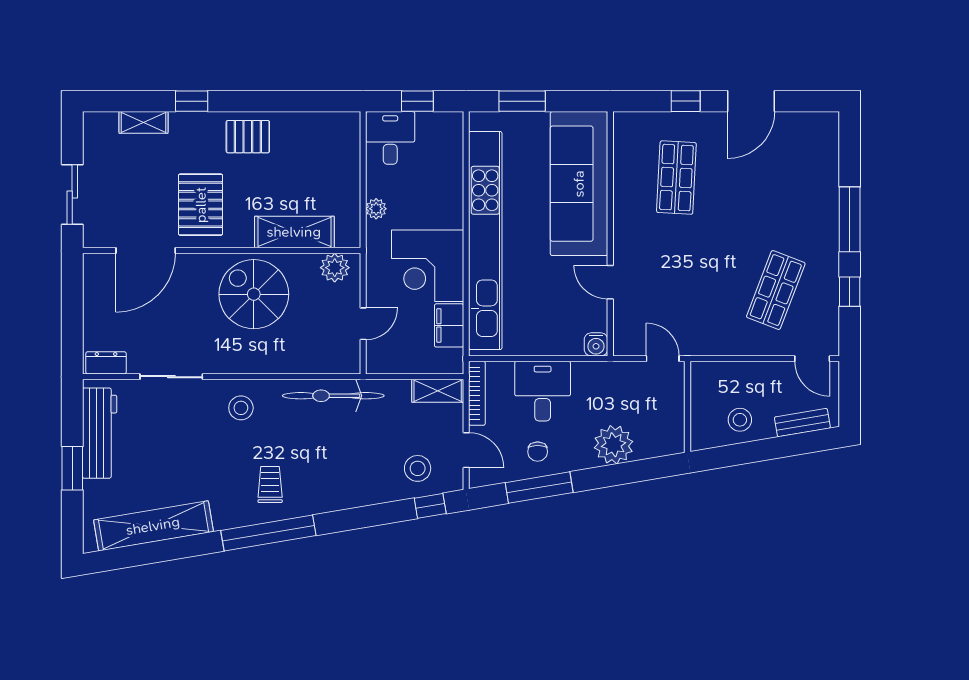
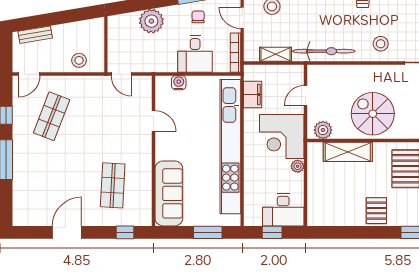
window: (686, 101) -> (125, 232), moved
pallet: (248, 137) -> (376, 211), turned 90
desk: (390, 138) -> (283, 210), width x1.37
sofa: (579, 184) -> (169, 193), width x0.74, depth x0.79
corner desk: (428, 266) -> (282, 136), moved, turned 180
spiral stairs: (254, 294) -> (373, 114), turned 180
water cooler: (596, 344) -> (179, 83), moved
door: (812, 359) -> (29, 74), swing flipped
shelving: (438, 391) -> (275, 54), moved
stool: (740, 420) -> (79, 60), moved

